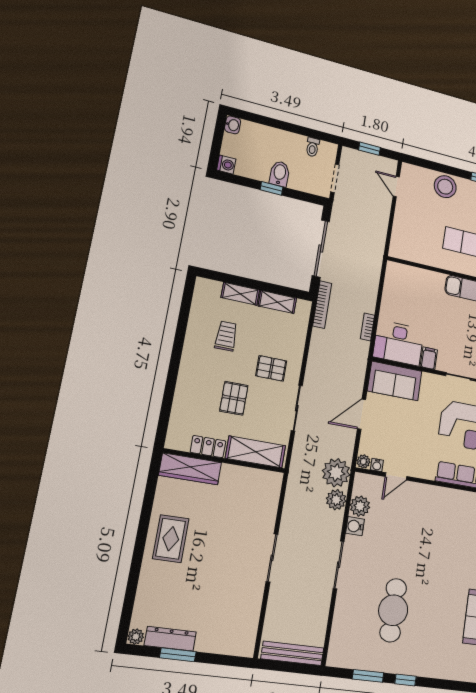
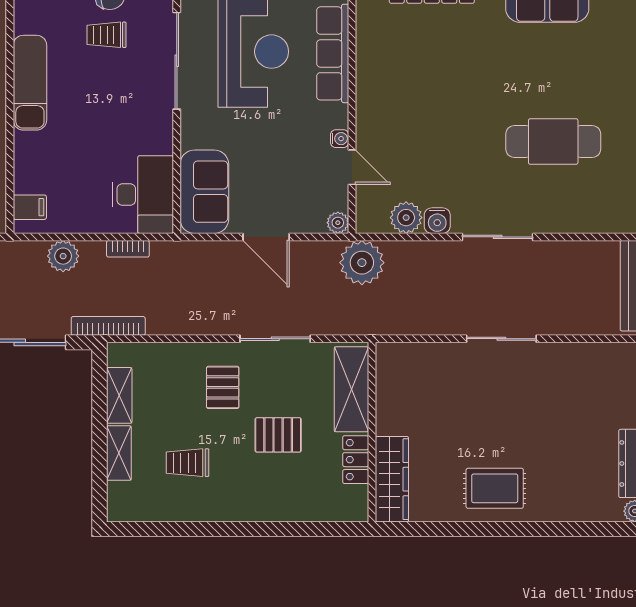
filing cabinet: (429, 358) -> (30, 207), moved, turned 180
water cooler: (377, 465) -> (340, 139), moved
plant: (336, 500) -> (63, 256), moved

